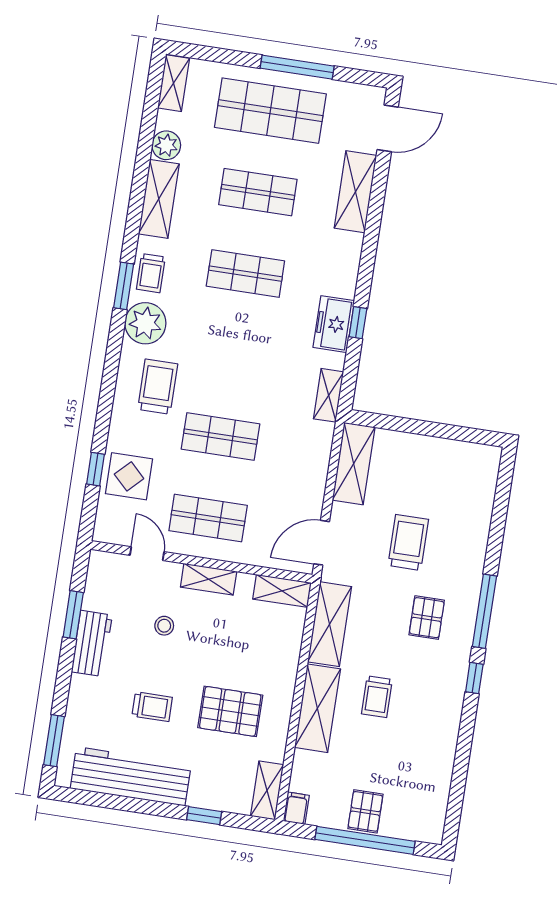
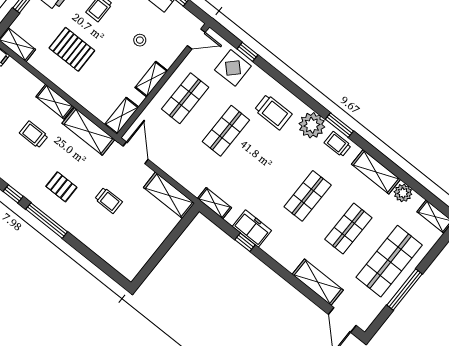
trolley: (408, 542) -> (109, 200), width x0.73, depth x0.72
door: (147, 554) -> (196, 39), moved
shelving: (317, 708) -> (55, 102), width x0.67, depth x0.75
pallet: (230, 711) -> (72, 49), turned 90

